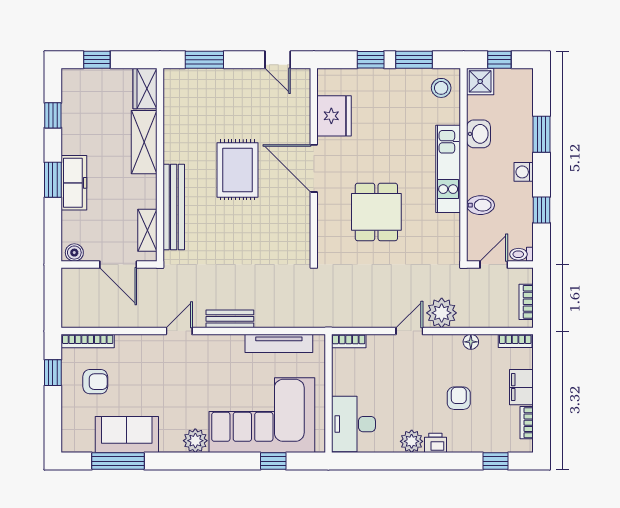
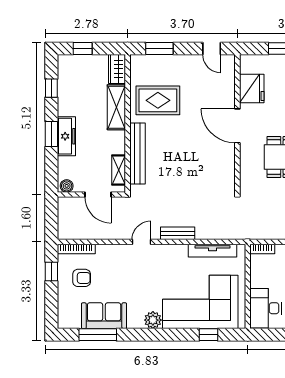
rug: (238, 170) -> (158, 100), moved, turned 90

